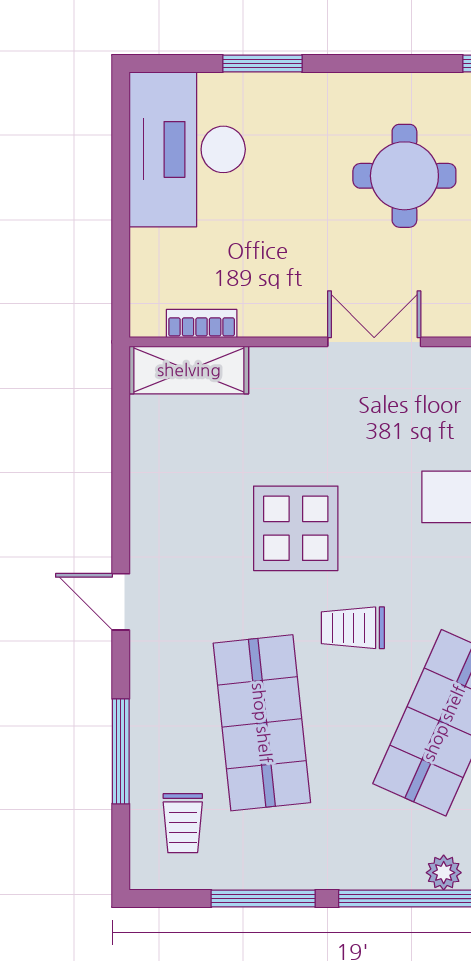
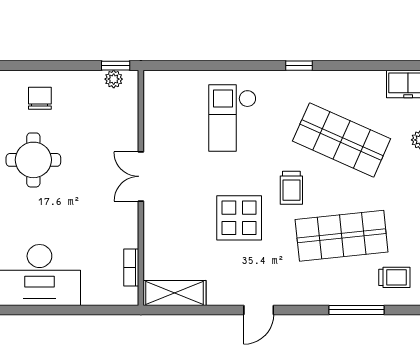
round table: (404, 176) -> (33, 160), moved
shelving: (189, 370) -> (175, 293), moved, turned 90
door: (121, 602) -> (259, 310), moved

